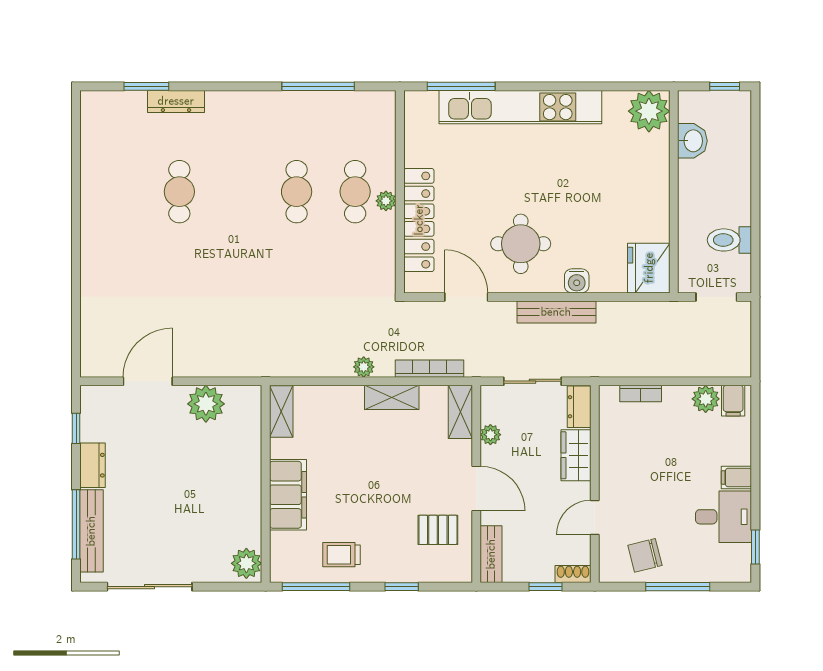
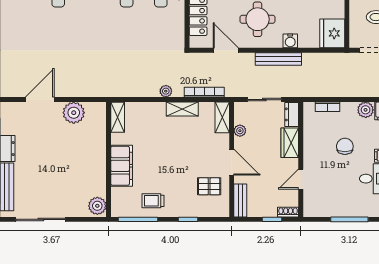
chair: (645, 555) -> (345, 146), moved, turned 104

